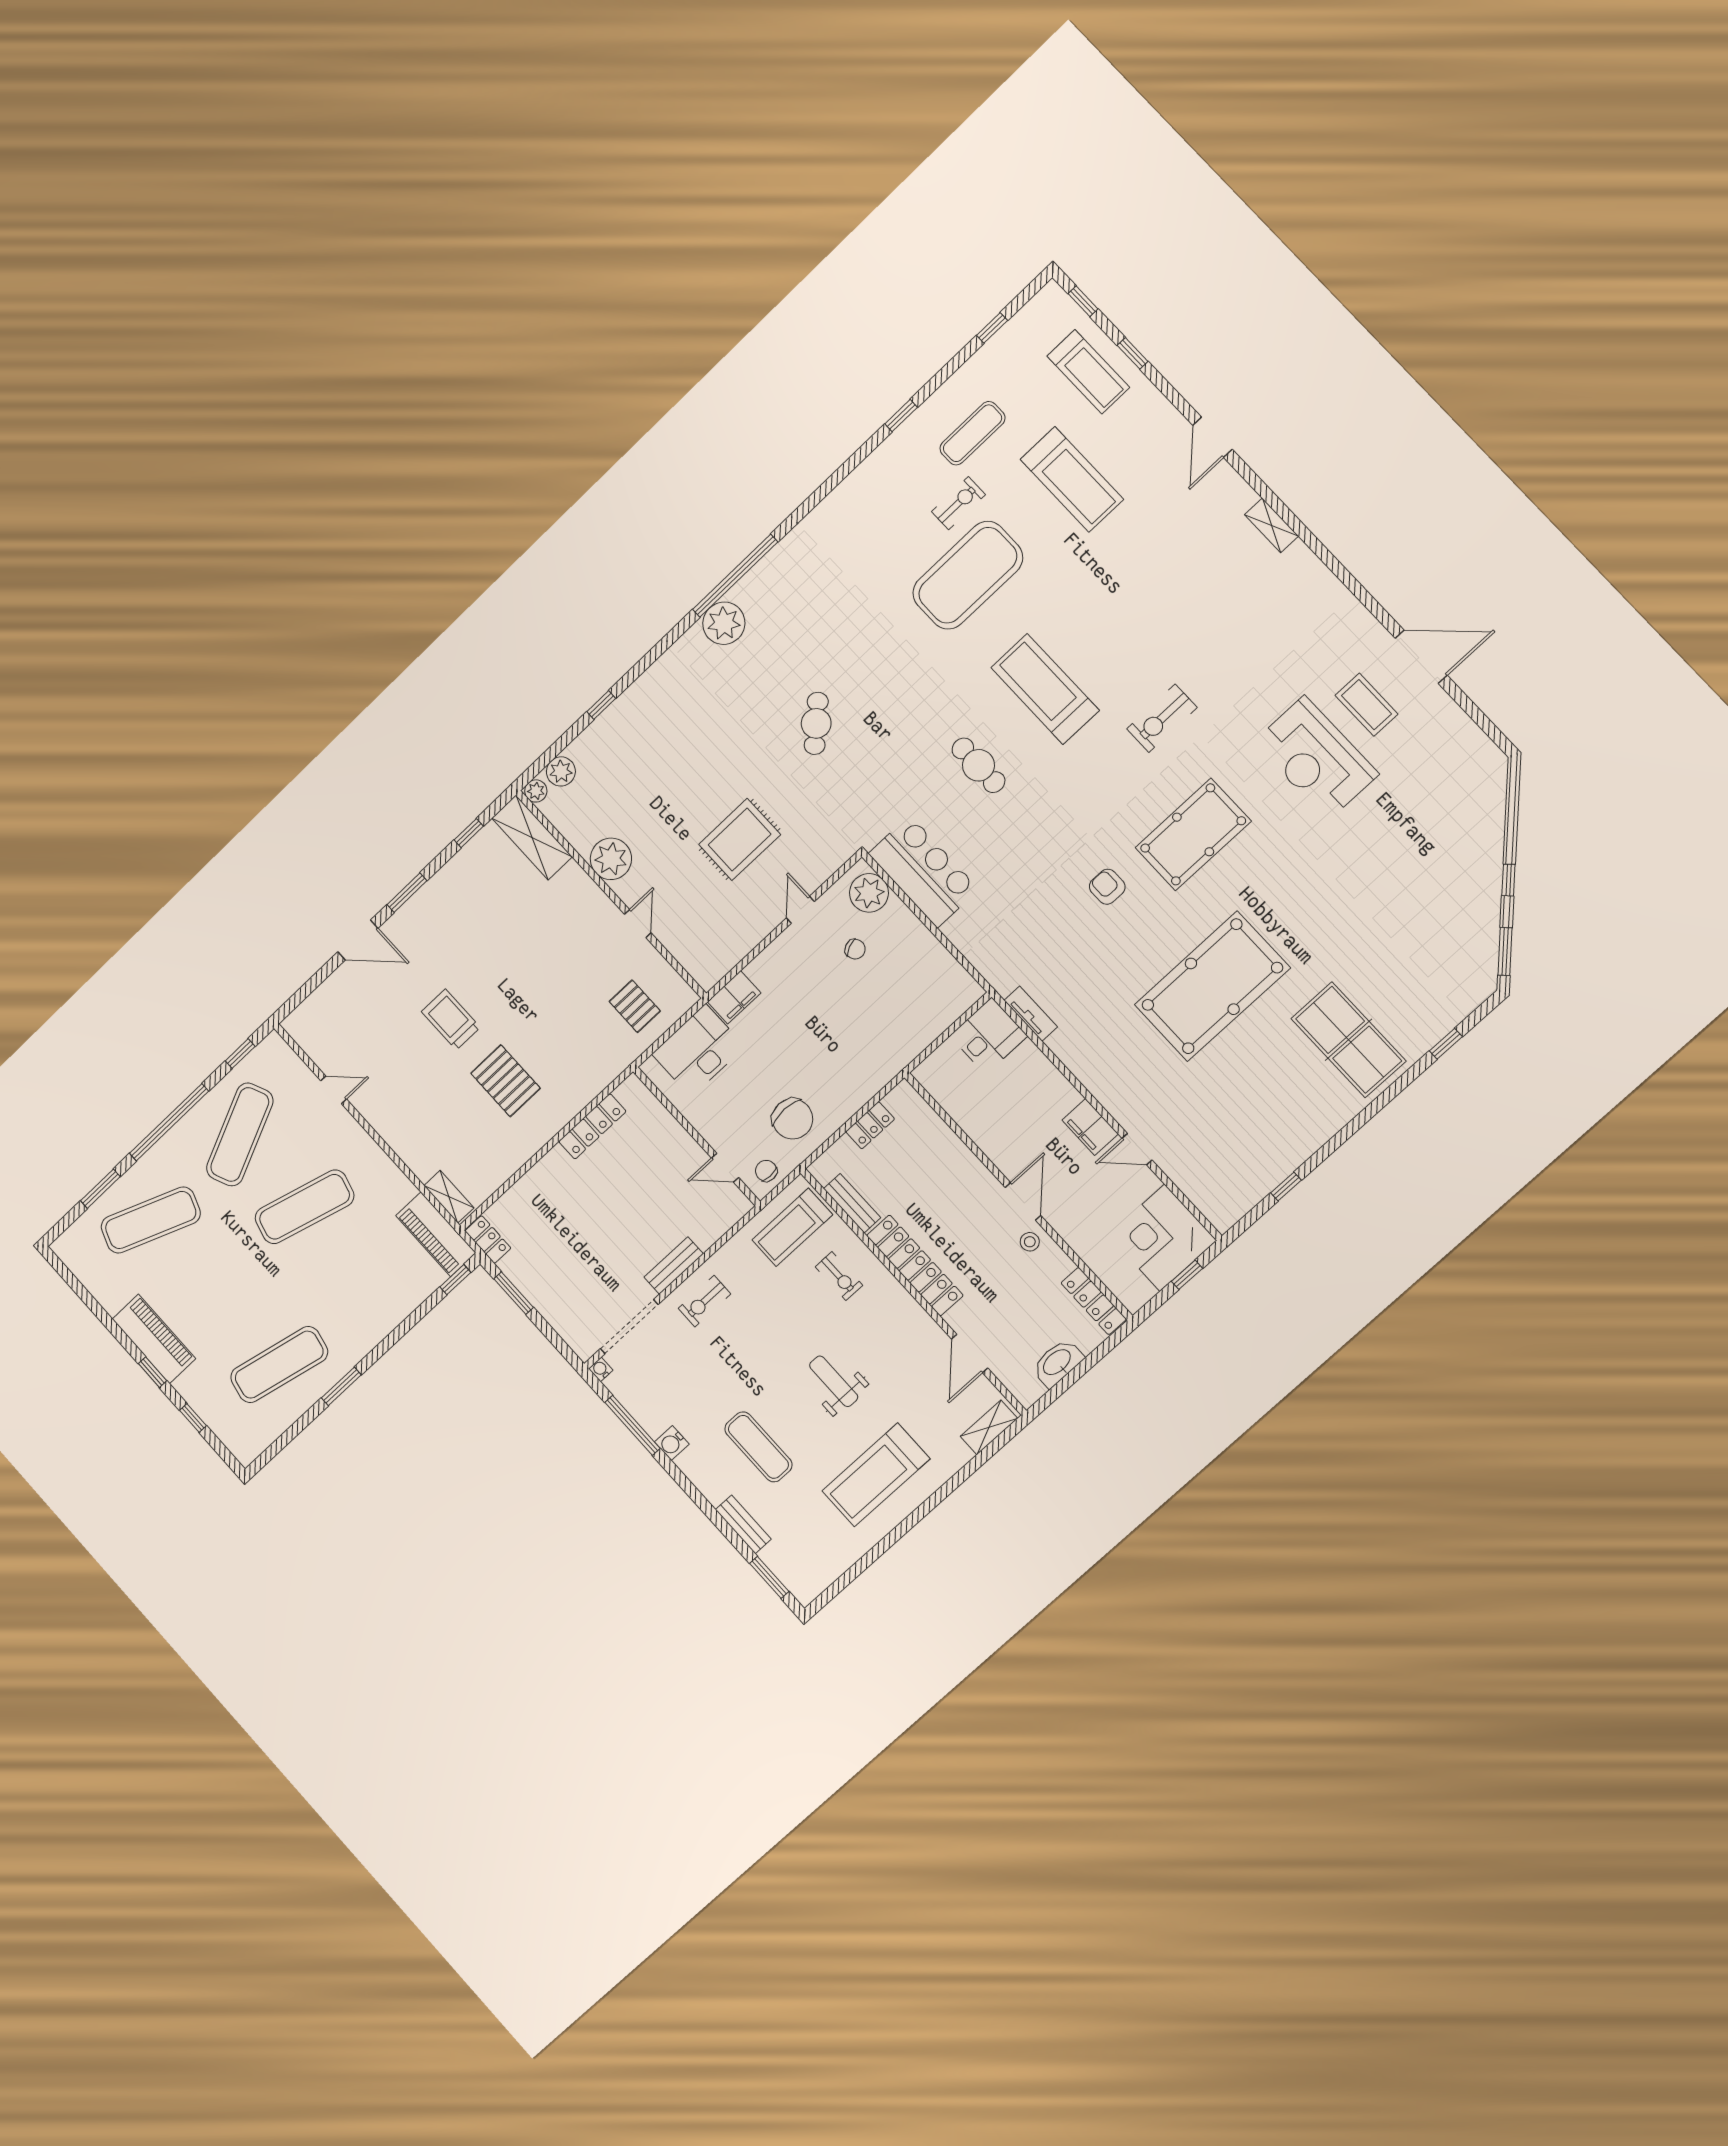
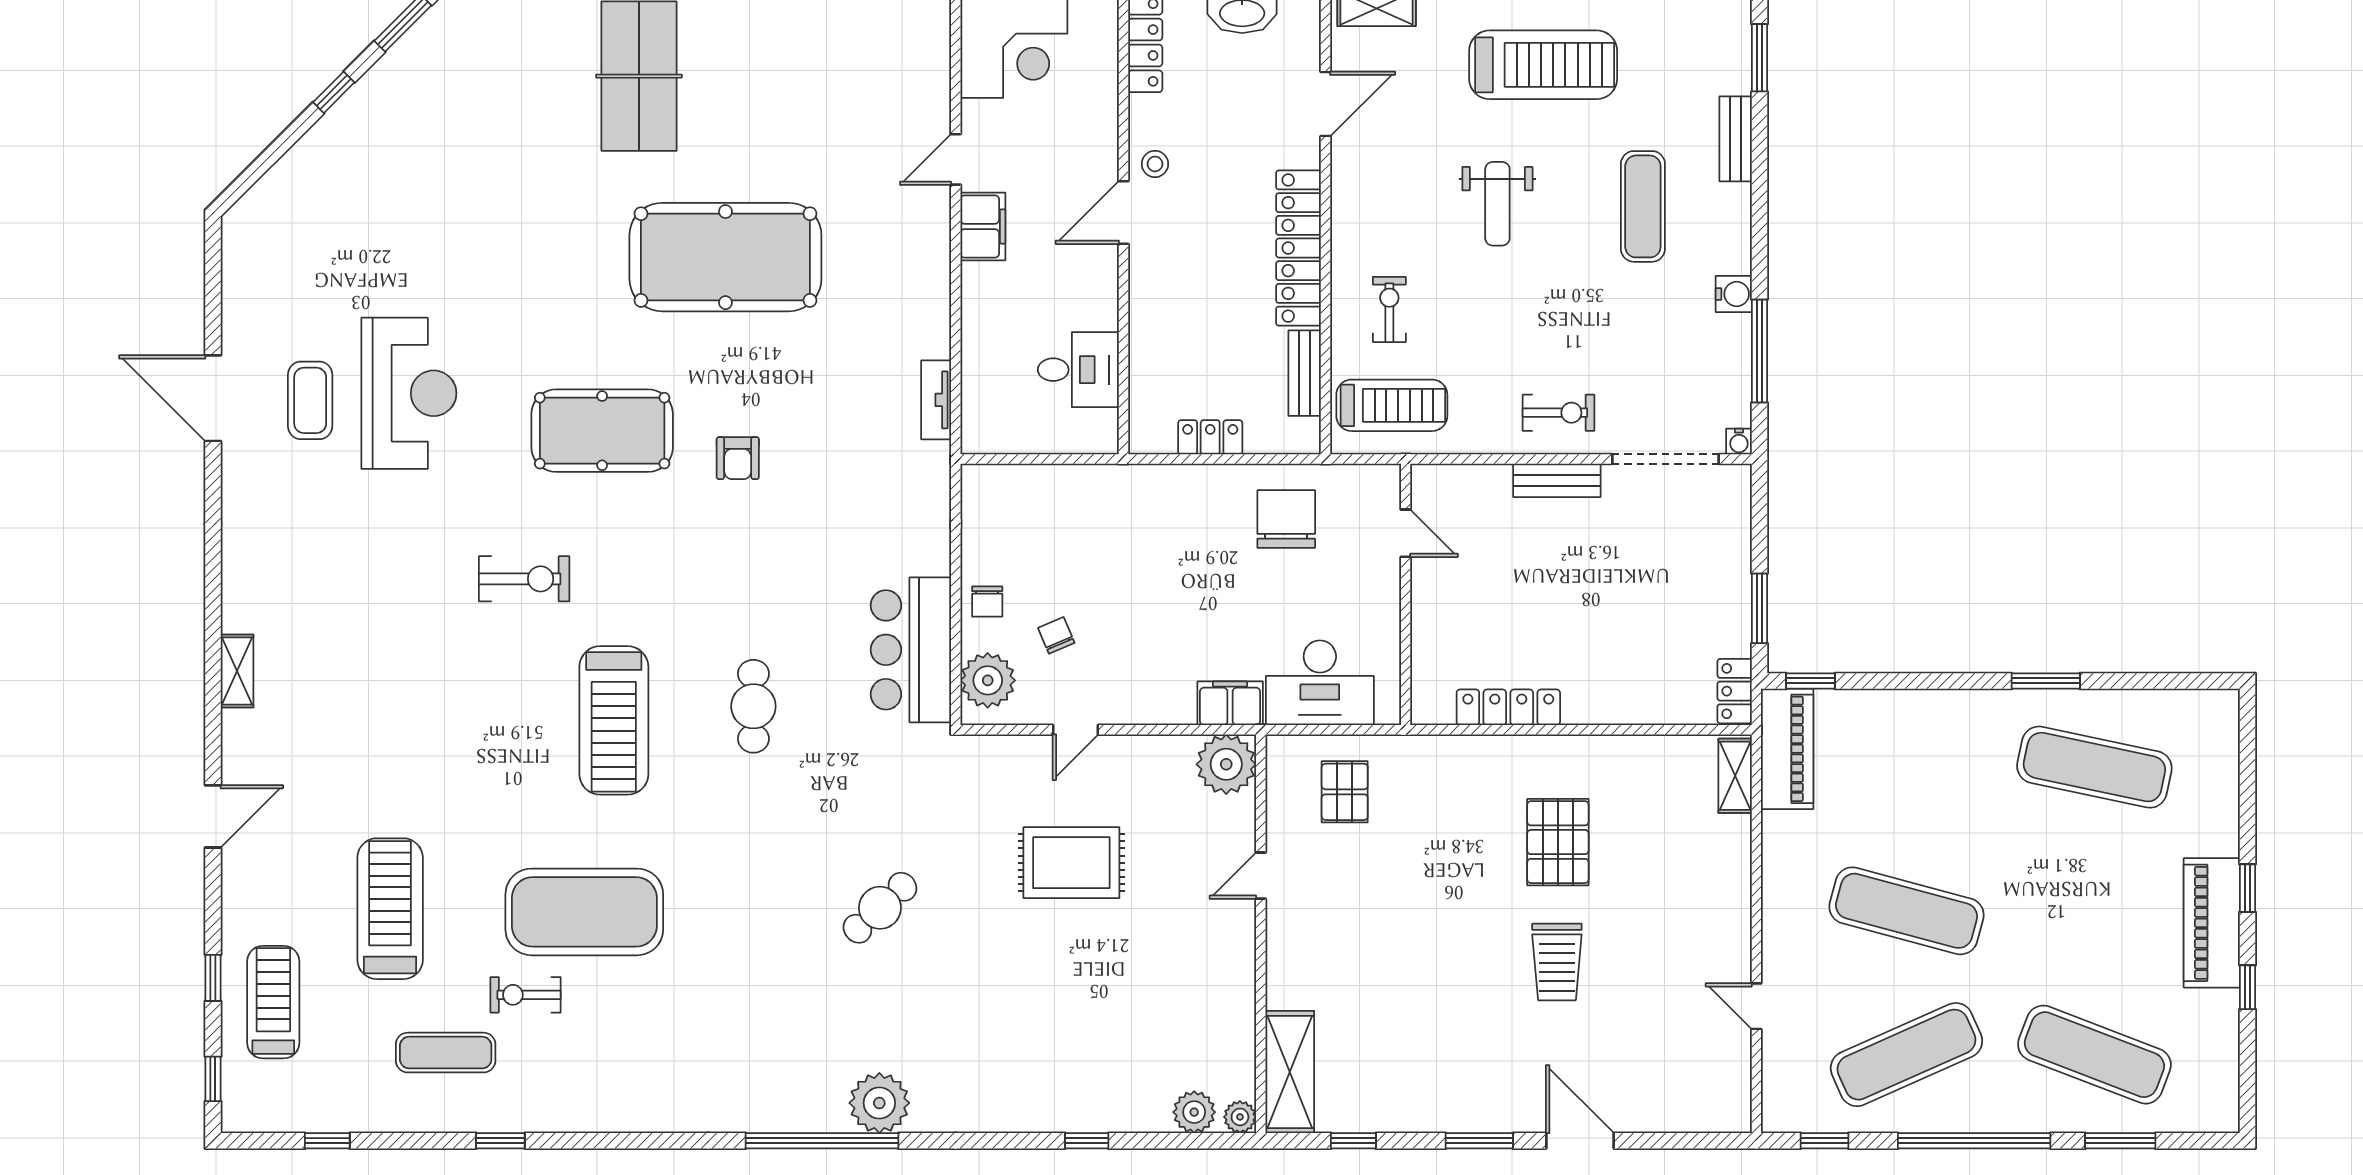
plant: (611, 859) -> (1226, 764), moved
desk: (989, 1036) -> (1078, 370), moved, turned 180
door: (1137, 1149) -> (956, 159), swing flipped
chair: (766, 1171) -> (987, 602), moved
window: (193, 1418) -> (2248, 987), moved

